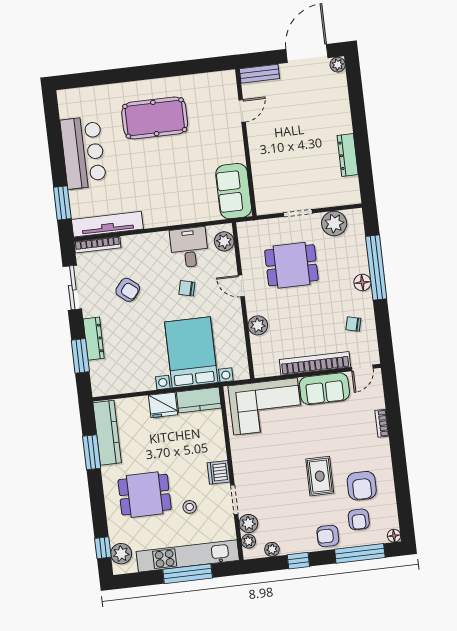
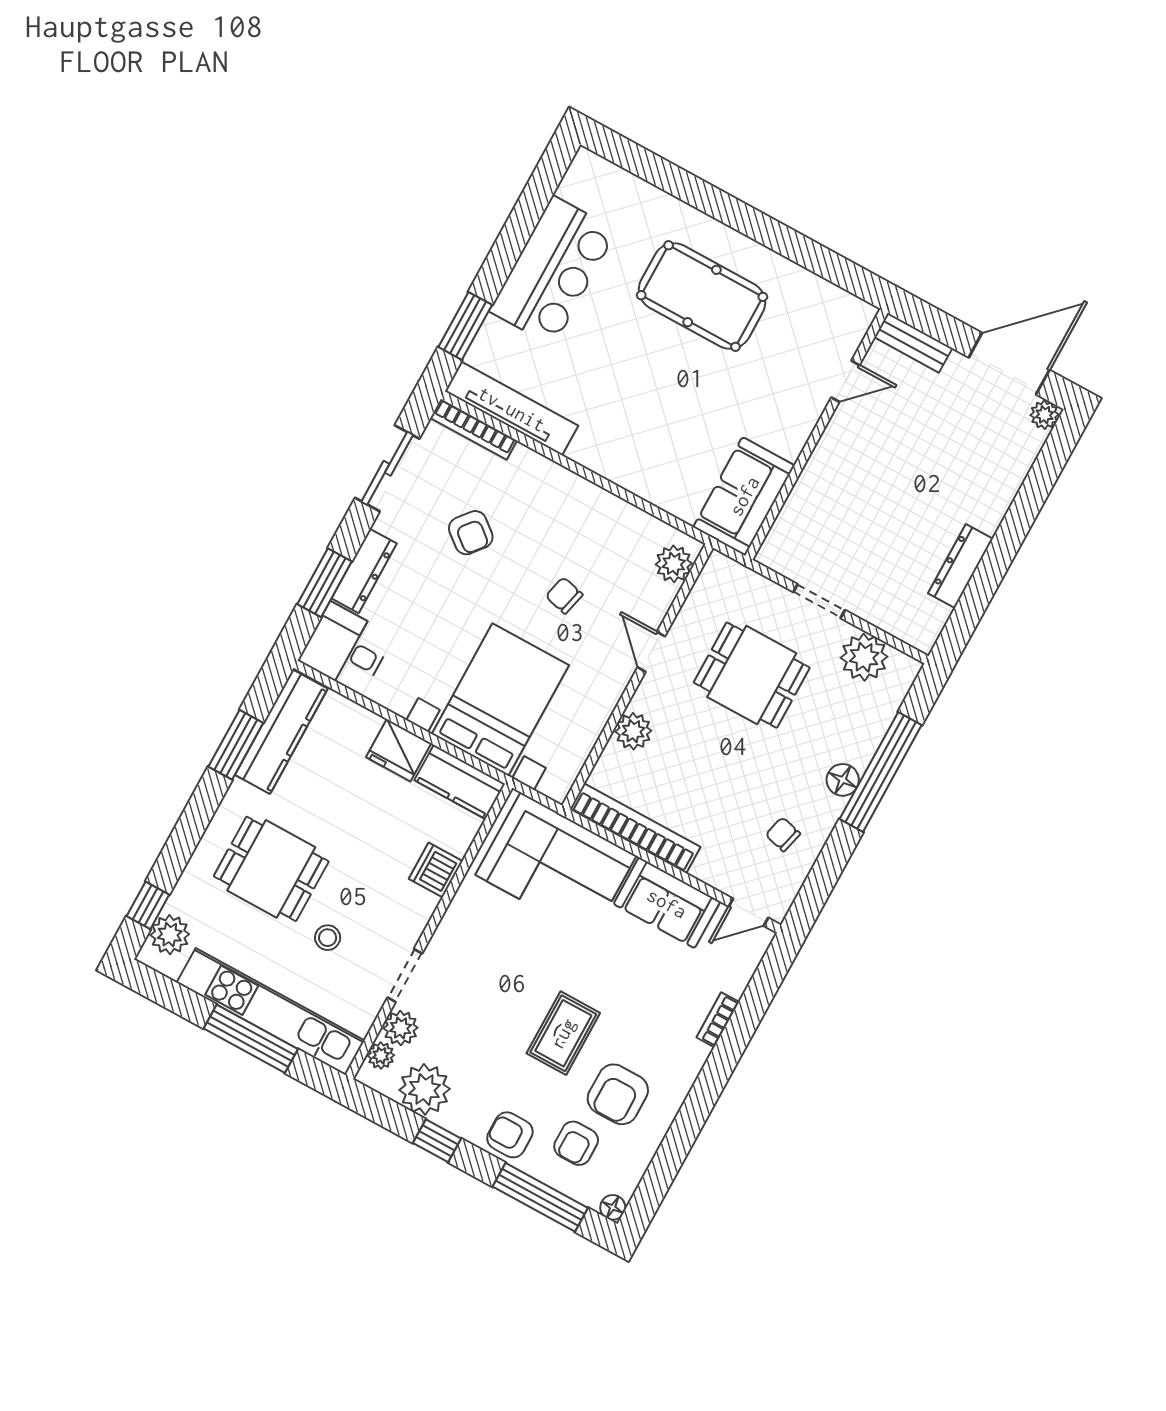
desk: (189, 247) -> (346, 648), moved, turned -90
bookcase: (315, 363) -> (635, 828), moved
dishwasher: (219, 472) -> (436, 870), moved
plant: (272, 549) -> (425, 1089), width x1.88, depth x1.88

